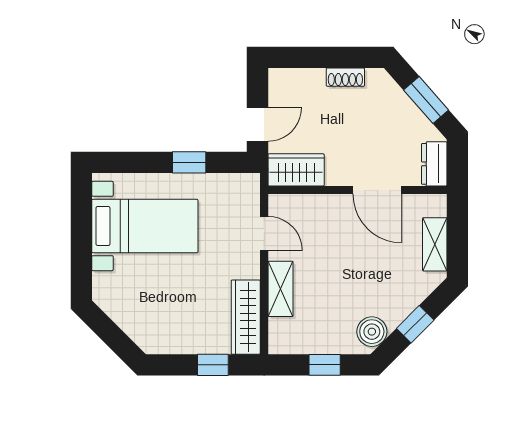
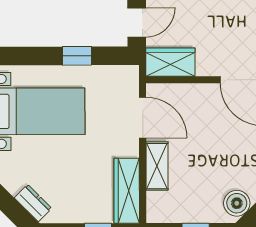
door: (264, 233) -> (143, 118), width x1.38
dresser: (138, 331) -> (33, 203), added

